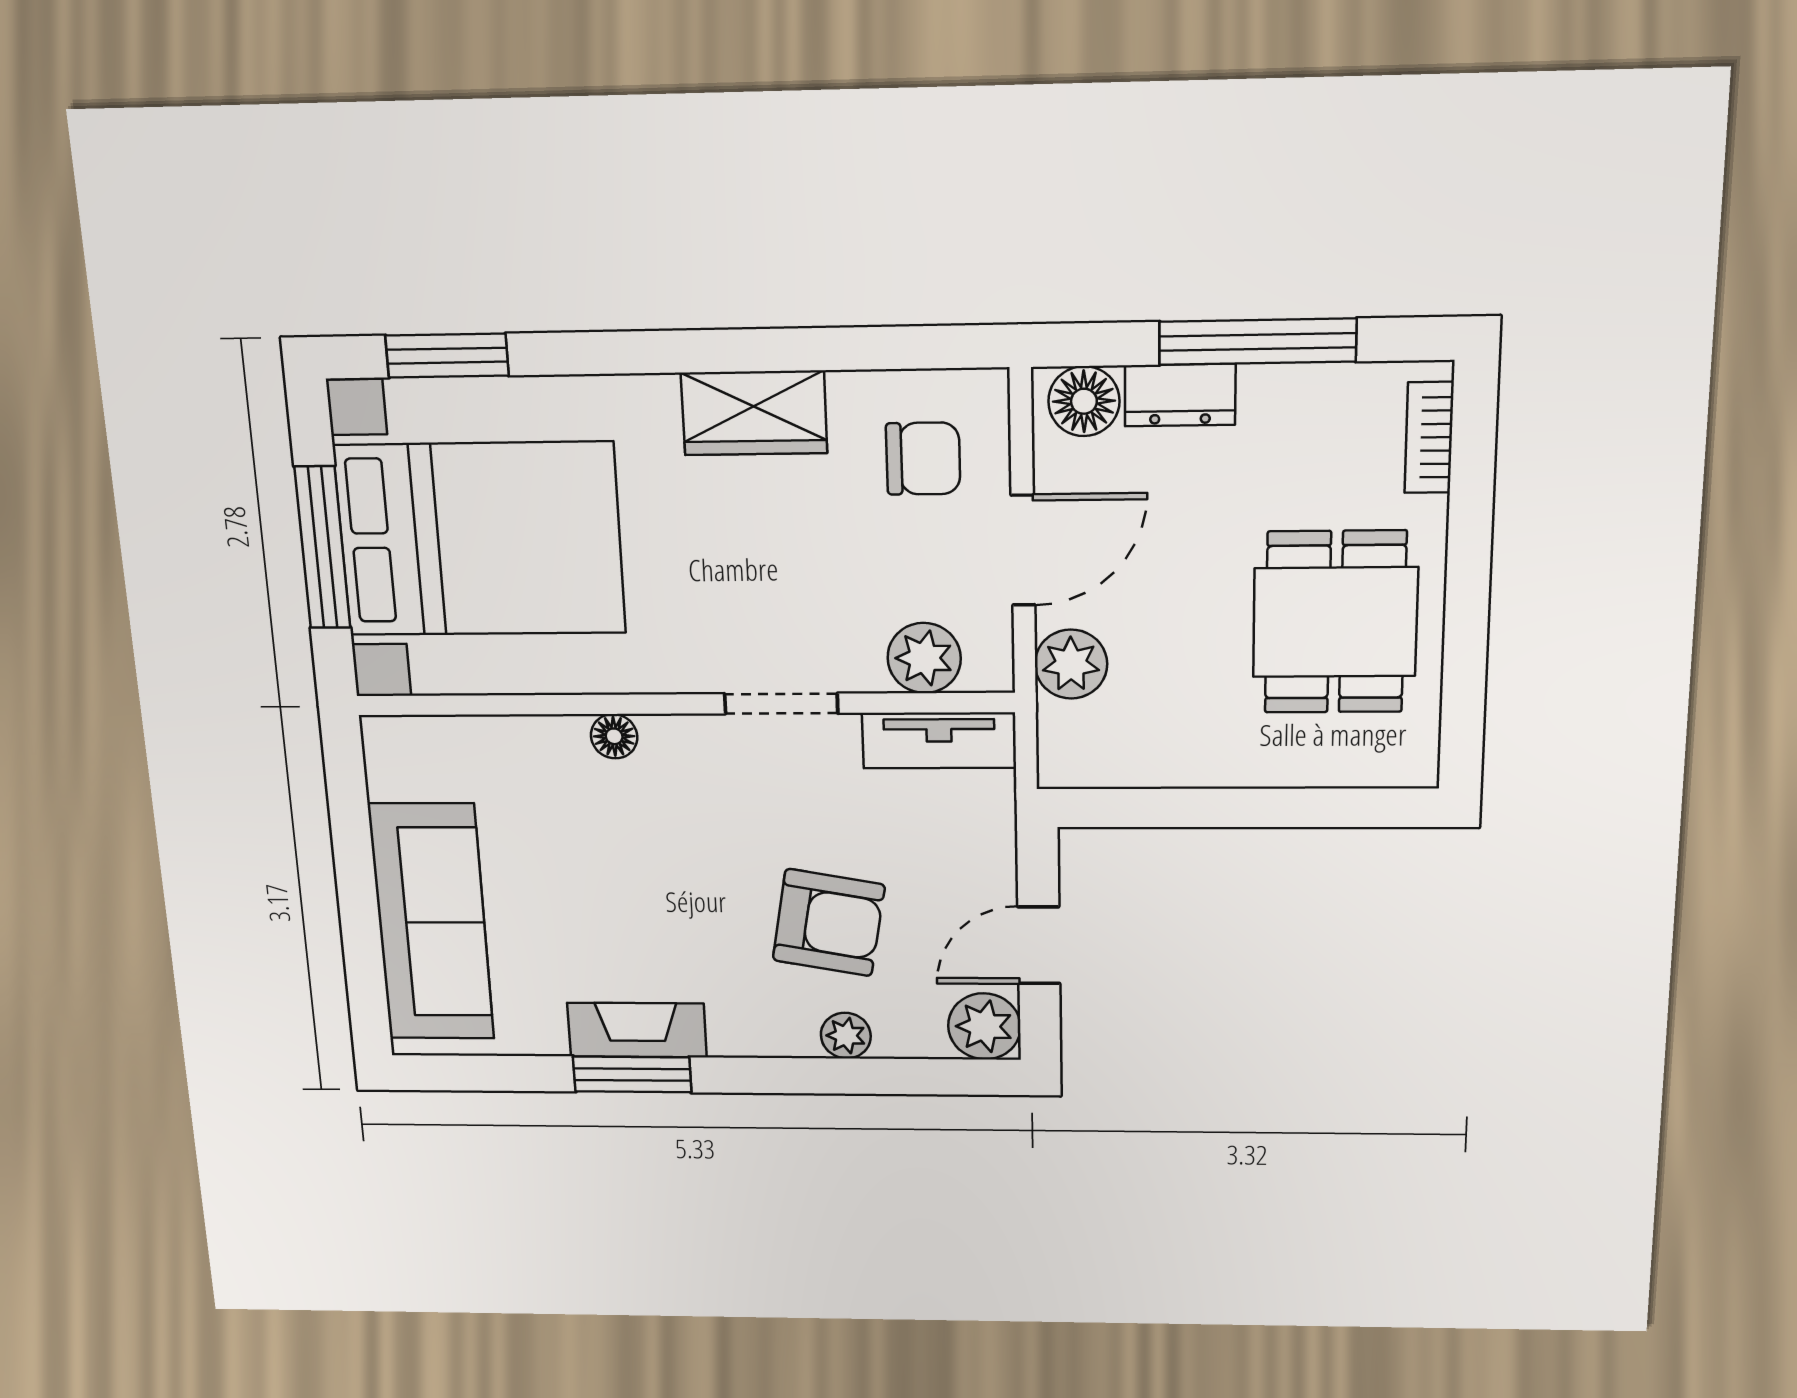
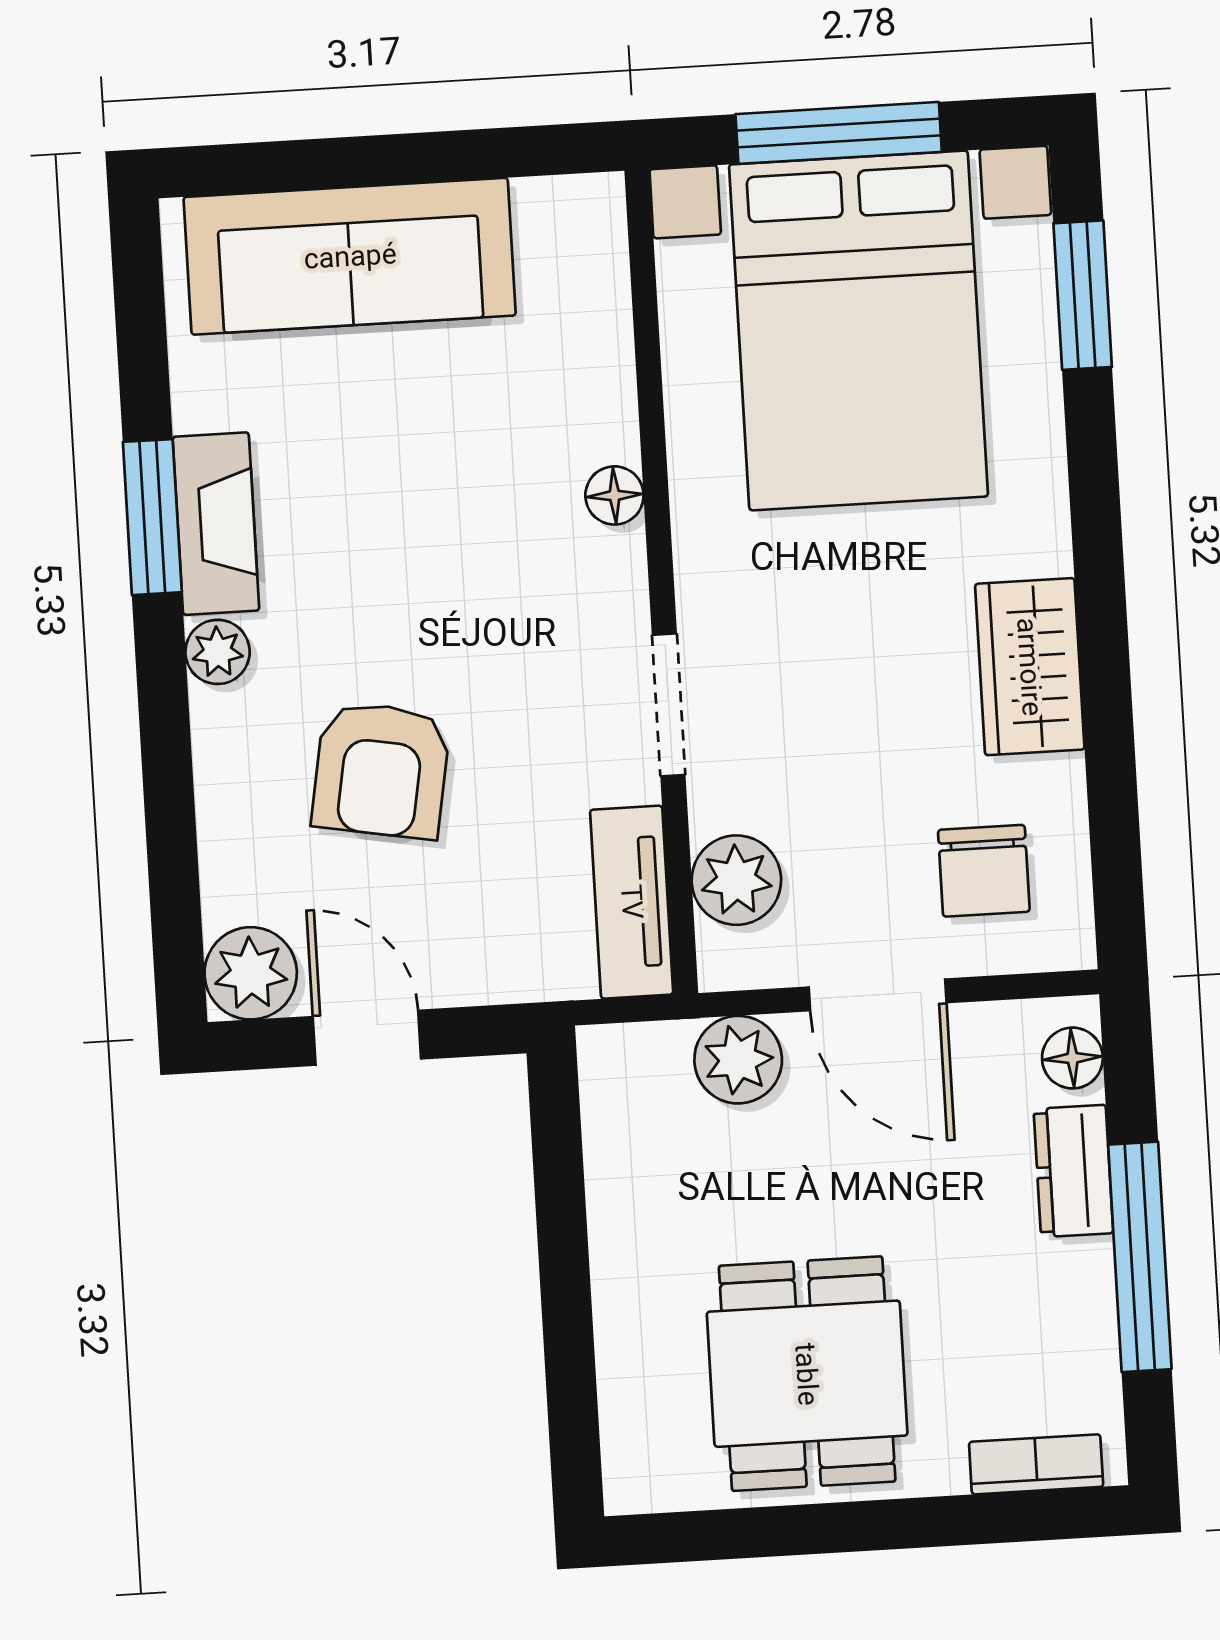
floor lamp: (1084, 401) -> (1072, 1058), width x0.73, depth x0.73
dining table: (1335, 622) -> (807, 1374), turned 90
plant: (846, 1036) -> (218, 652), moved

